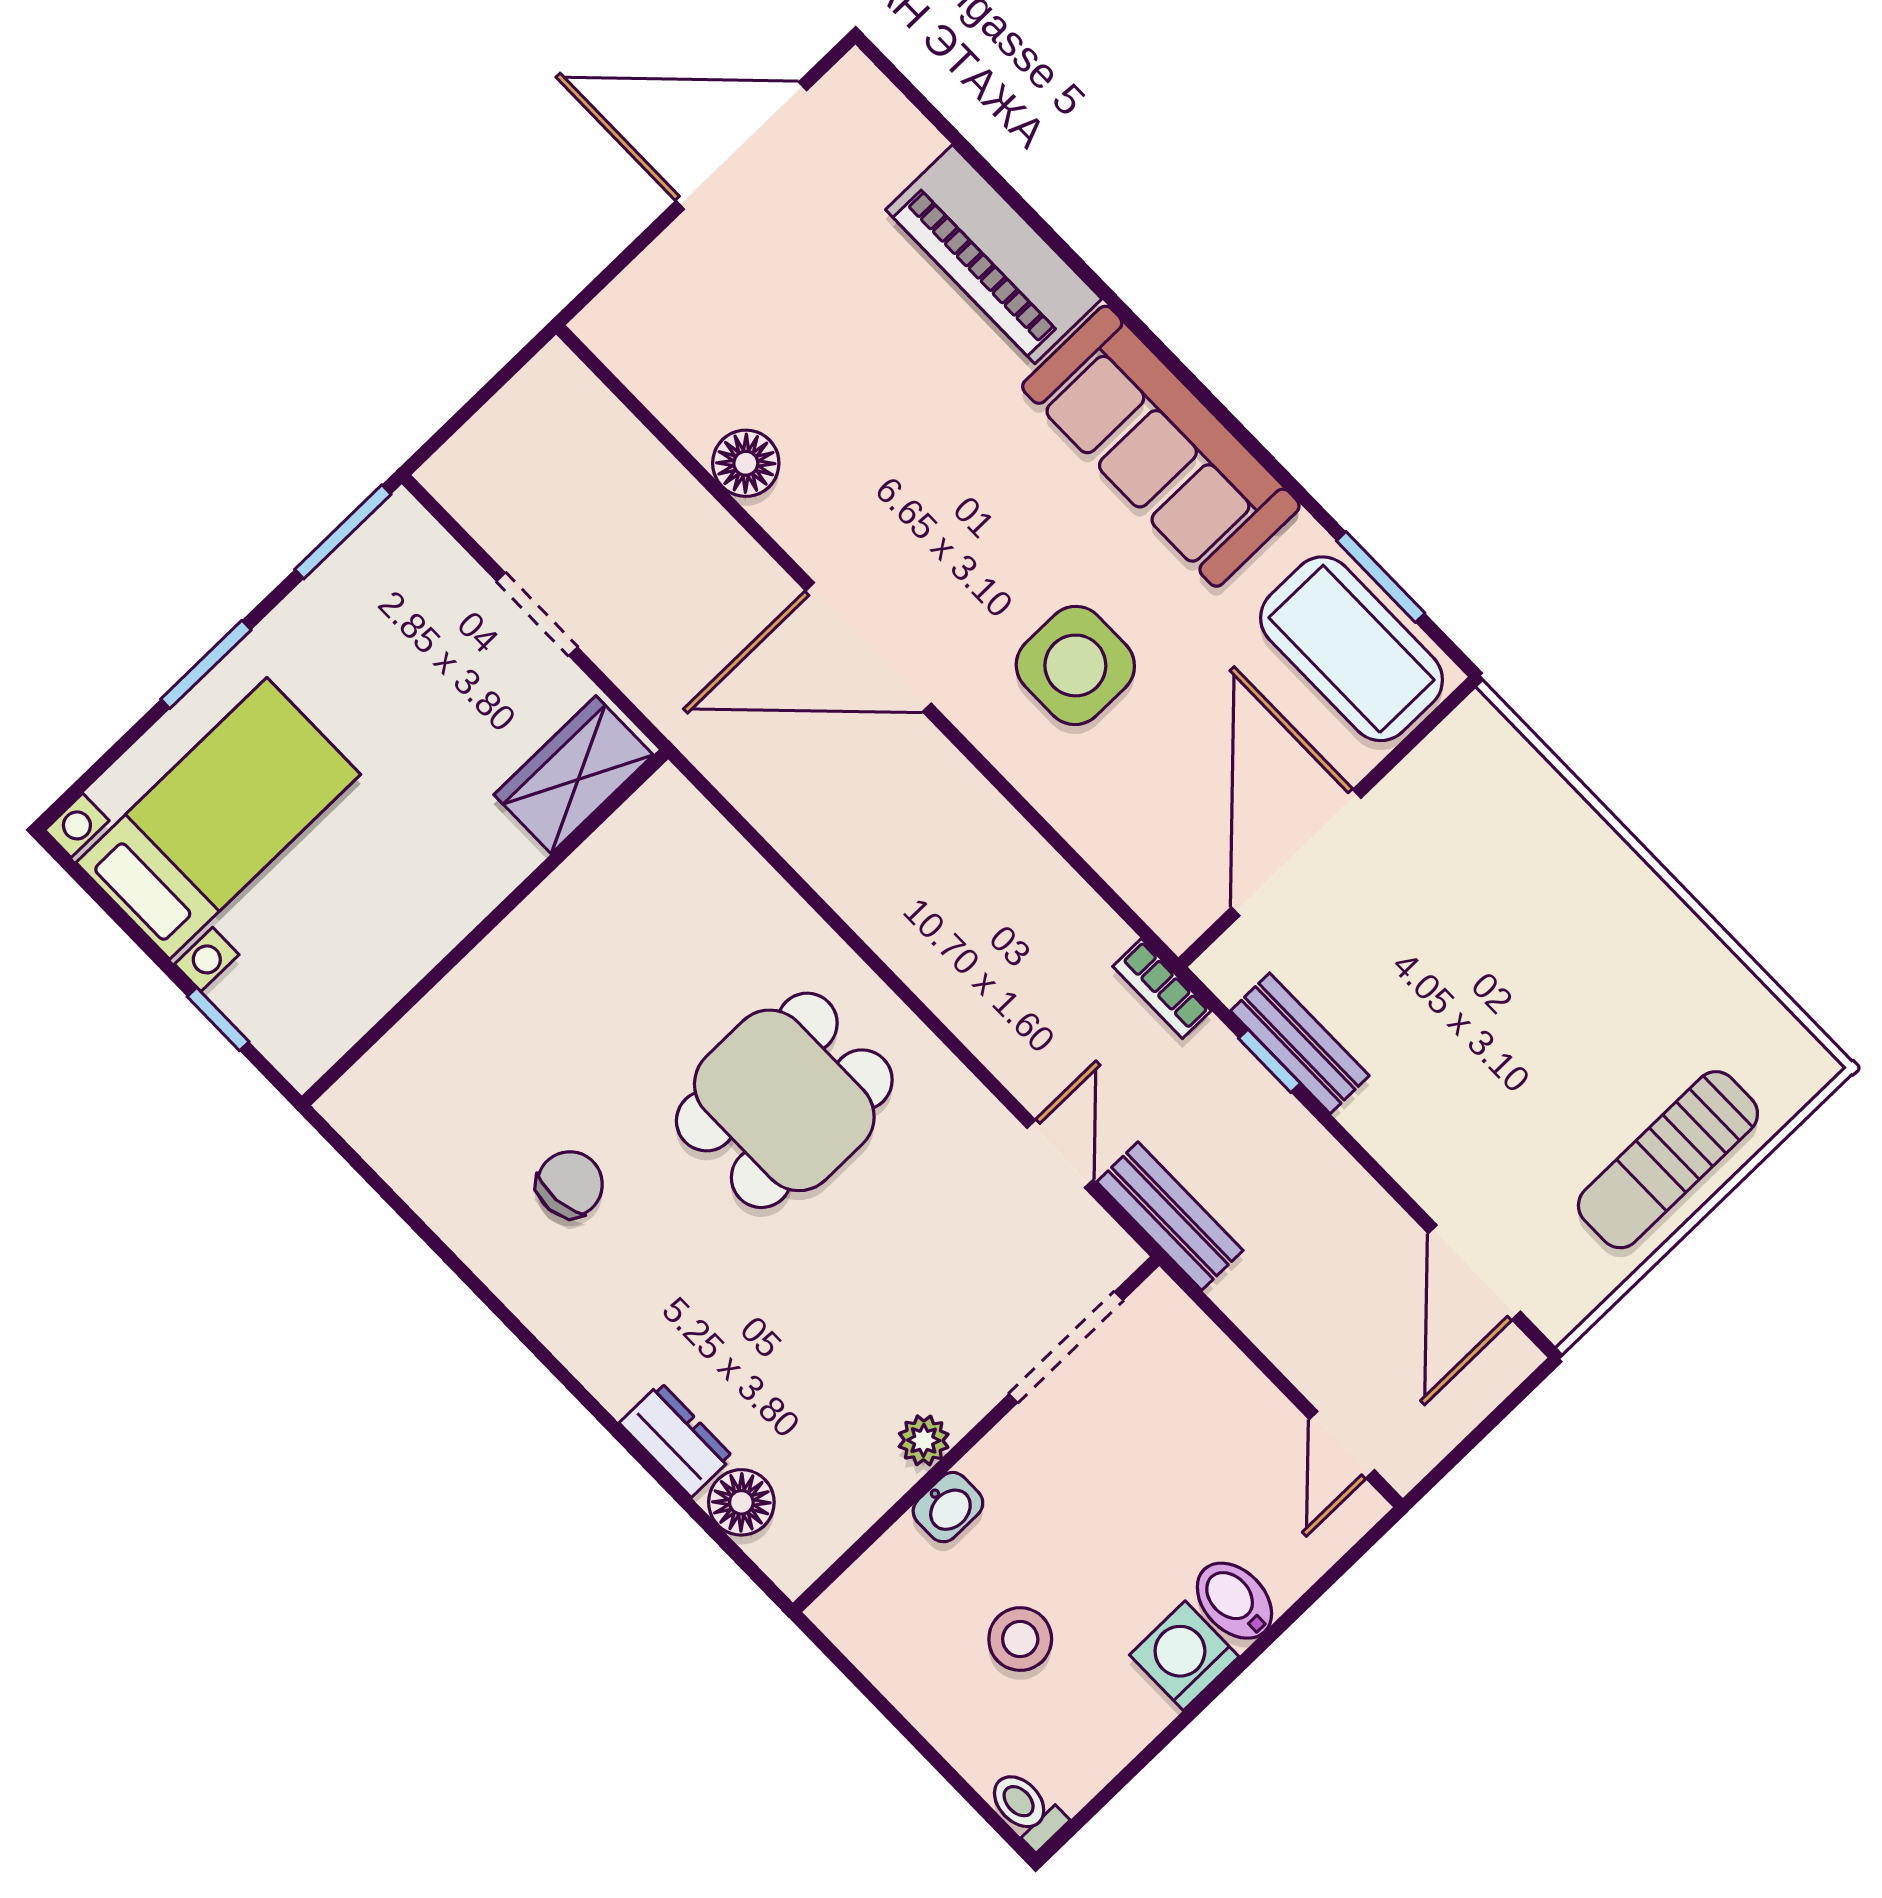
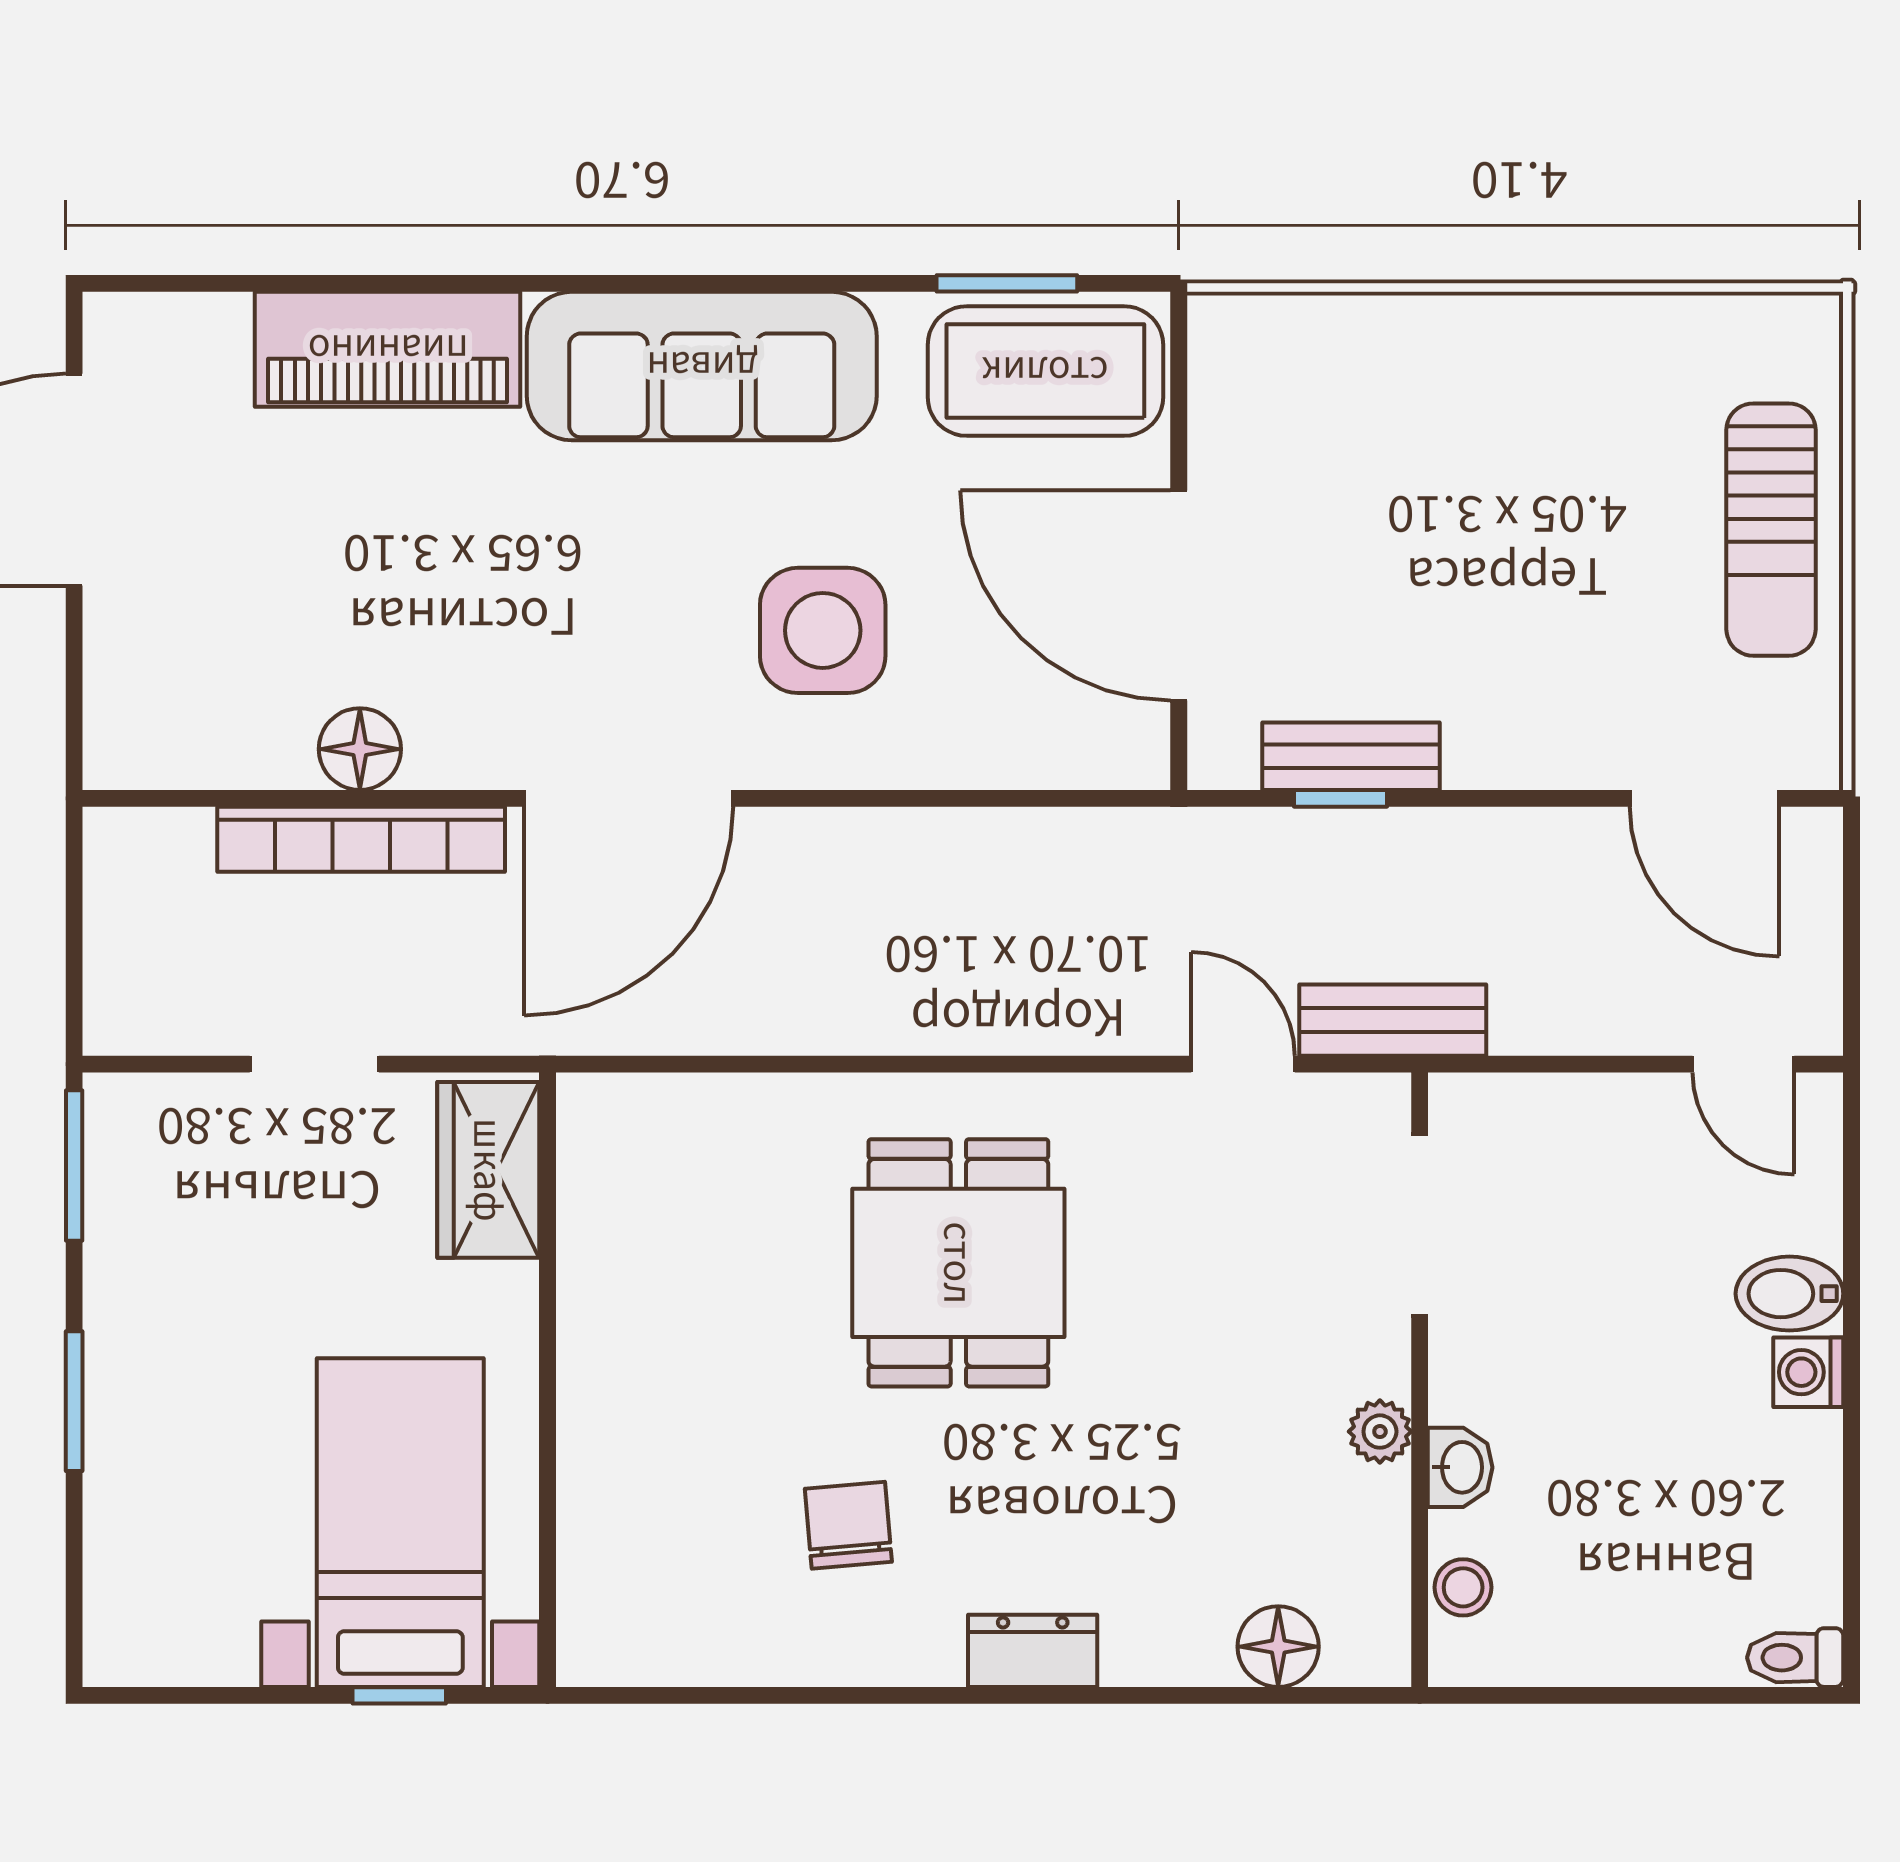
bed with nightstands: (218, 818) -> (400, 1523), moved
bookcase: (1162, 989) -> (361, 839), moved, width x2.31, depth x1.31
dresser: (676, 1440) -> (1033, 1651), moved
stool: (1020, 1639) -> (1463, 1587), moved, width x0.73, depth x0.73
washing machine: (1184, 1656) -> (1808, 1372), width x0.73, depth x0.73

